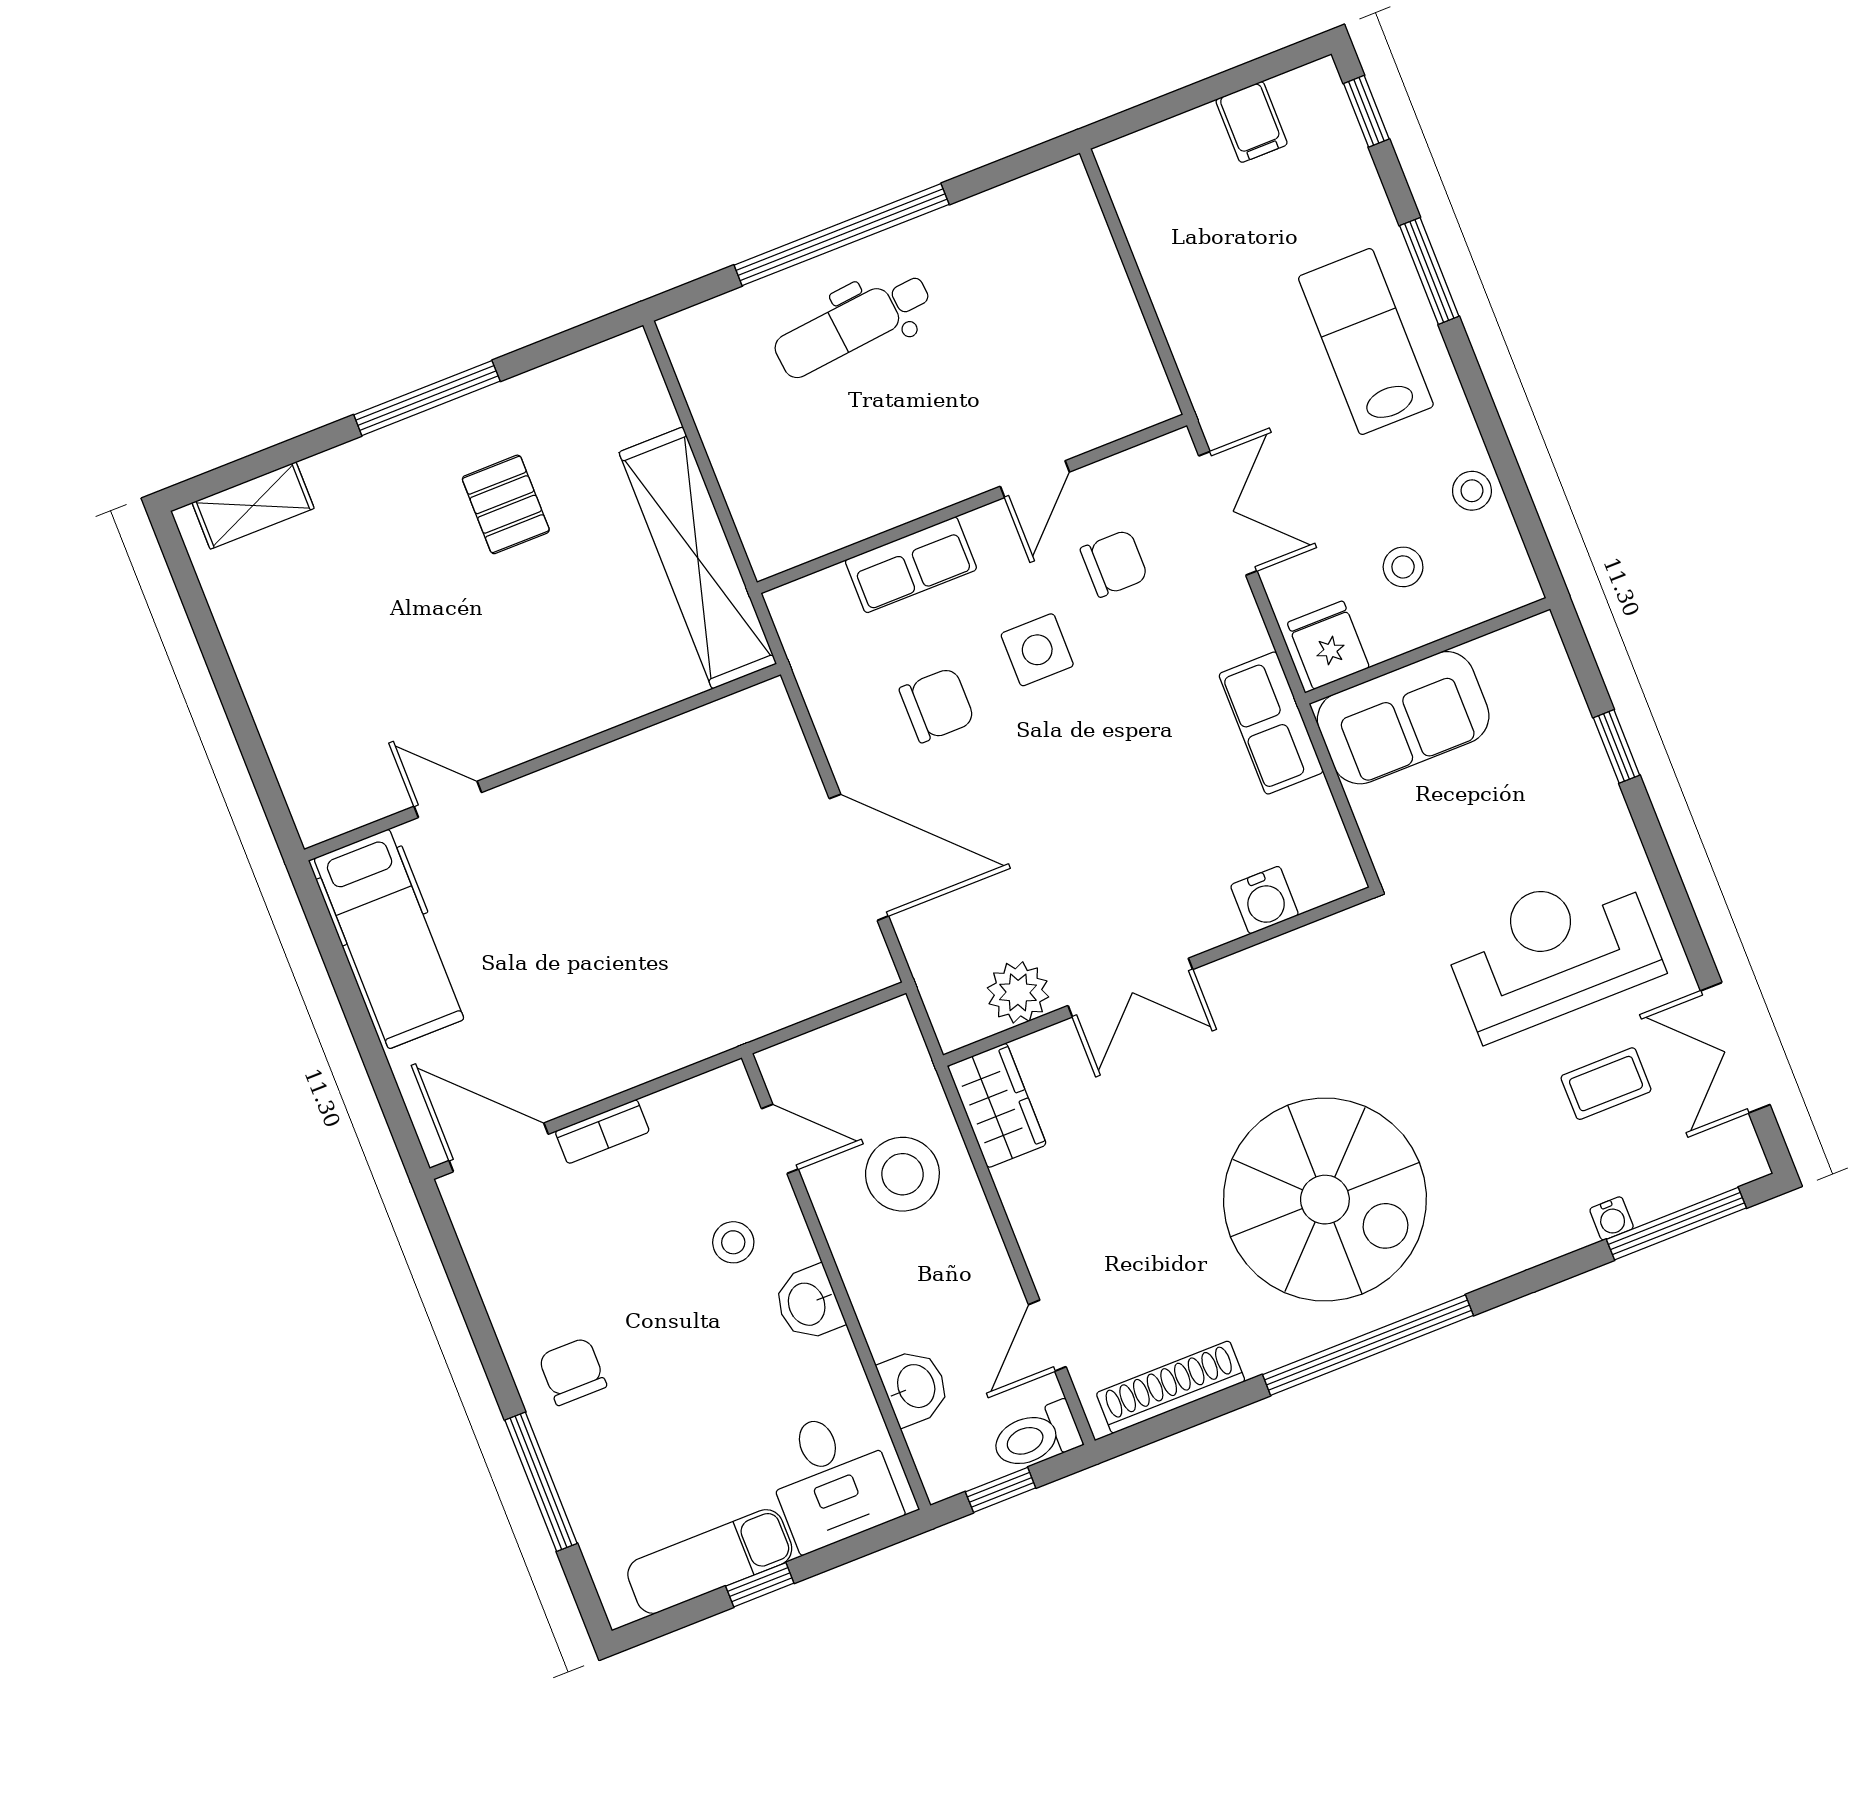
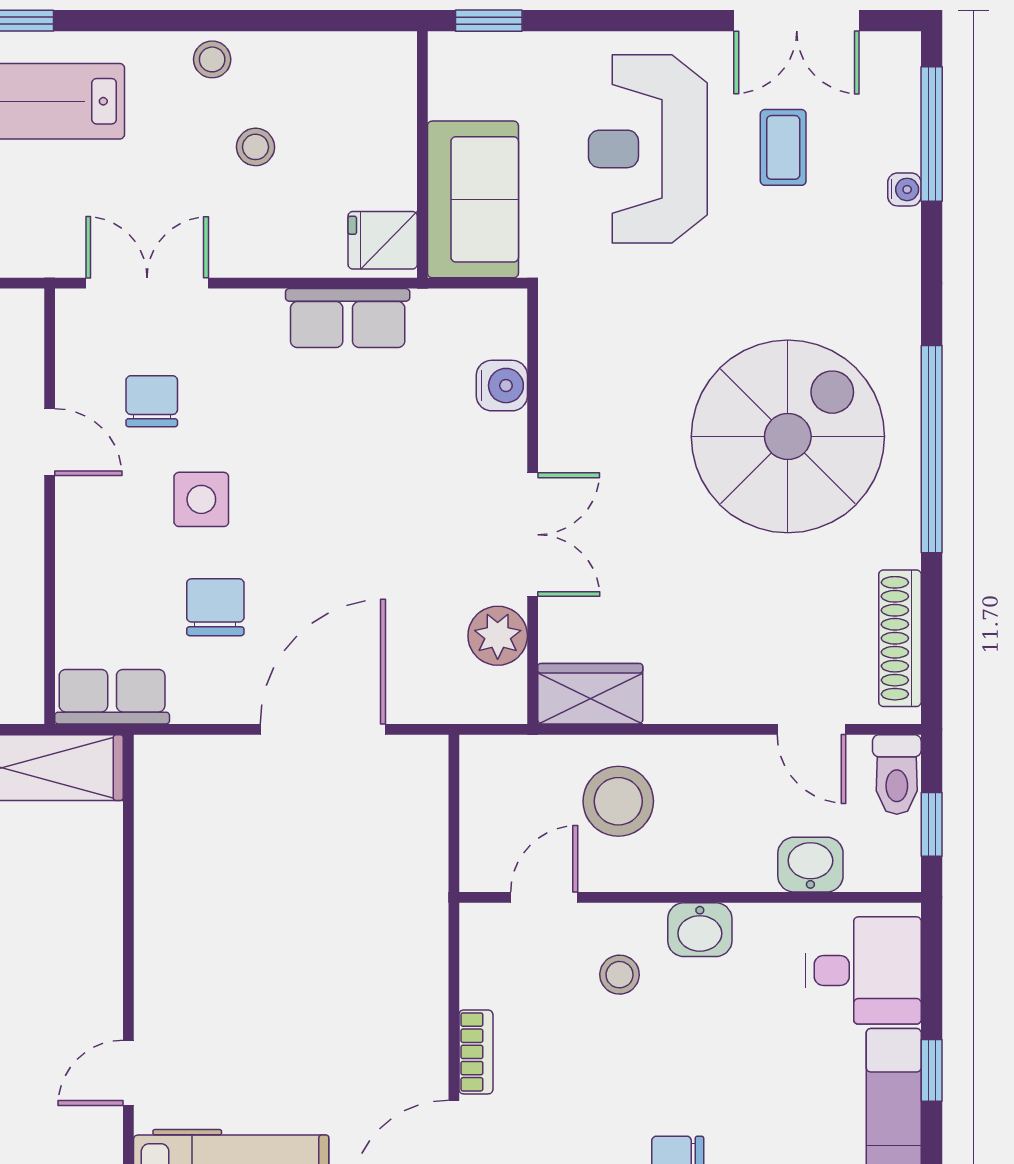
row of seats: (911, 565) -> (112, 697), moved, turned -90
fridge: (1328, 645) -> (383, 240), moved
wall: (1428, 651) -> (422, 154), moved
sofa: (1403, 718) -> (473, 199), moved

